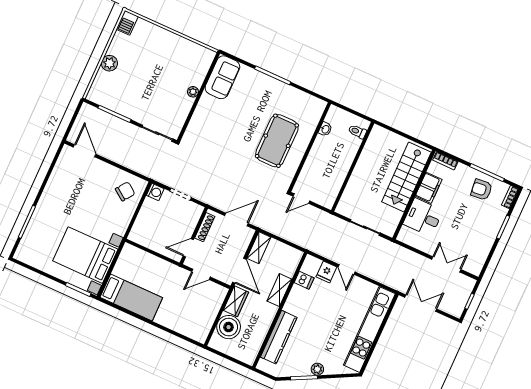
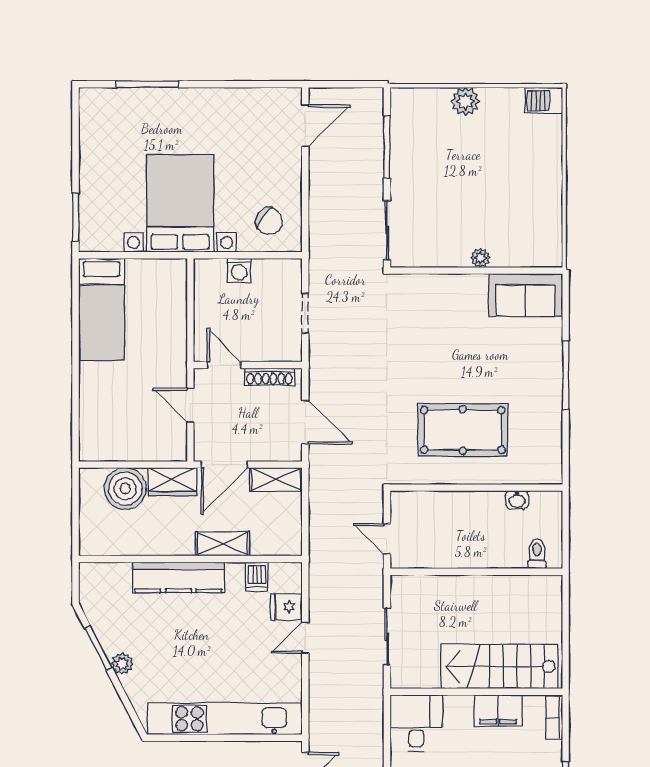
washing machine: (155, 192) -> (239, 270), moved
door: (301, 199) -> (387, 539), moved
desk: (423, 217) -> (416, 723), moved
bed with nightstands: (85, 255) -> (180, 203), moved
kitchen counter: (279, 337) -> (178, 577), moved

